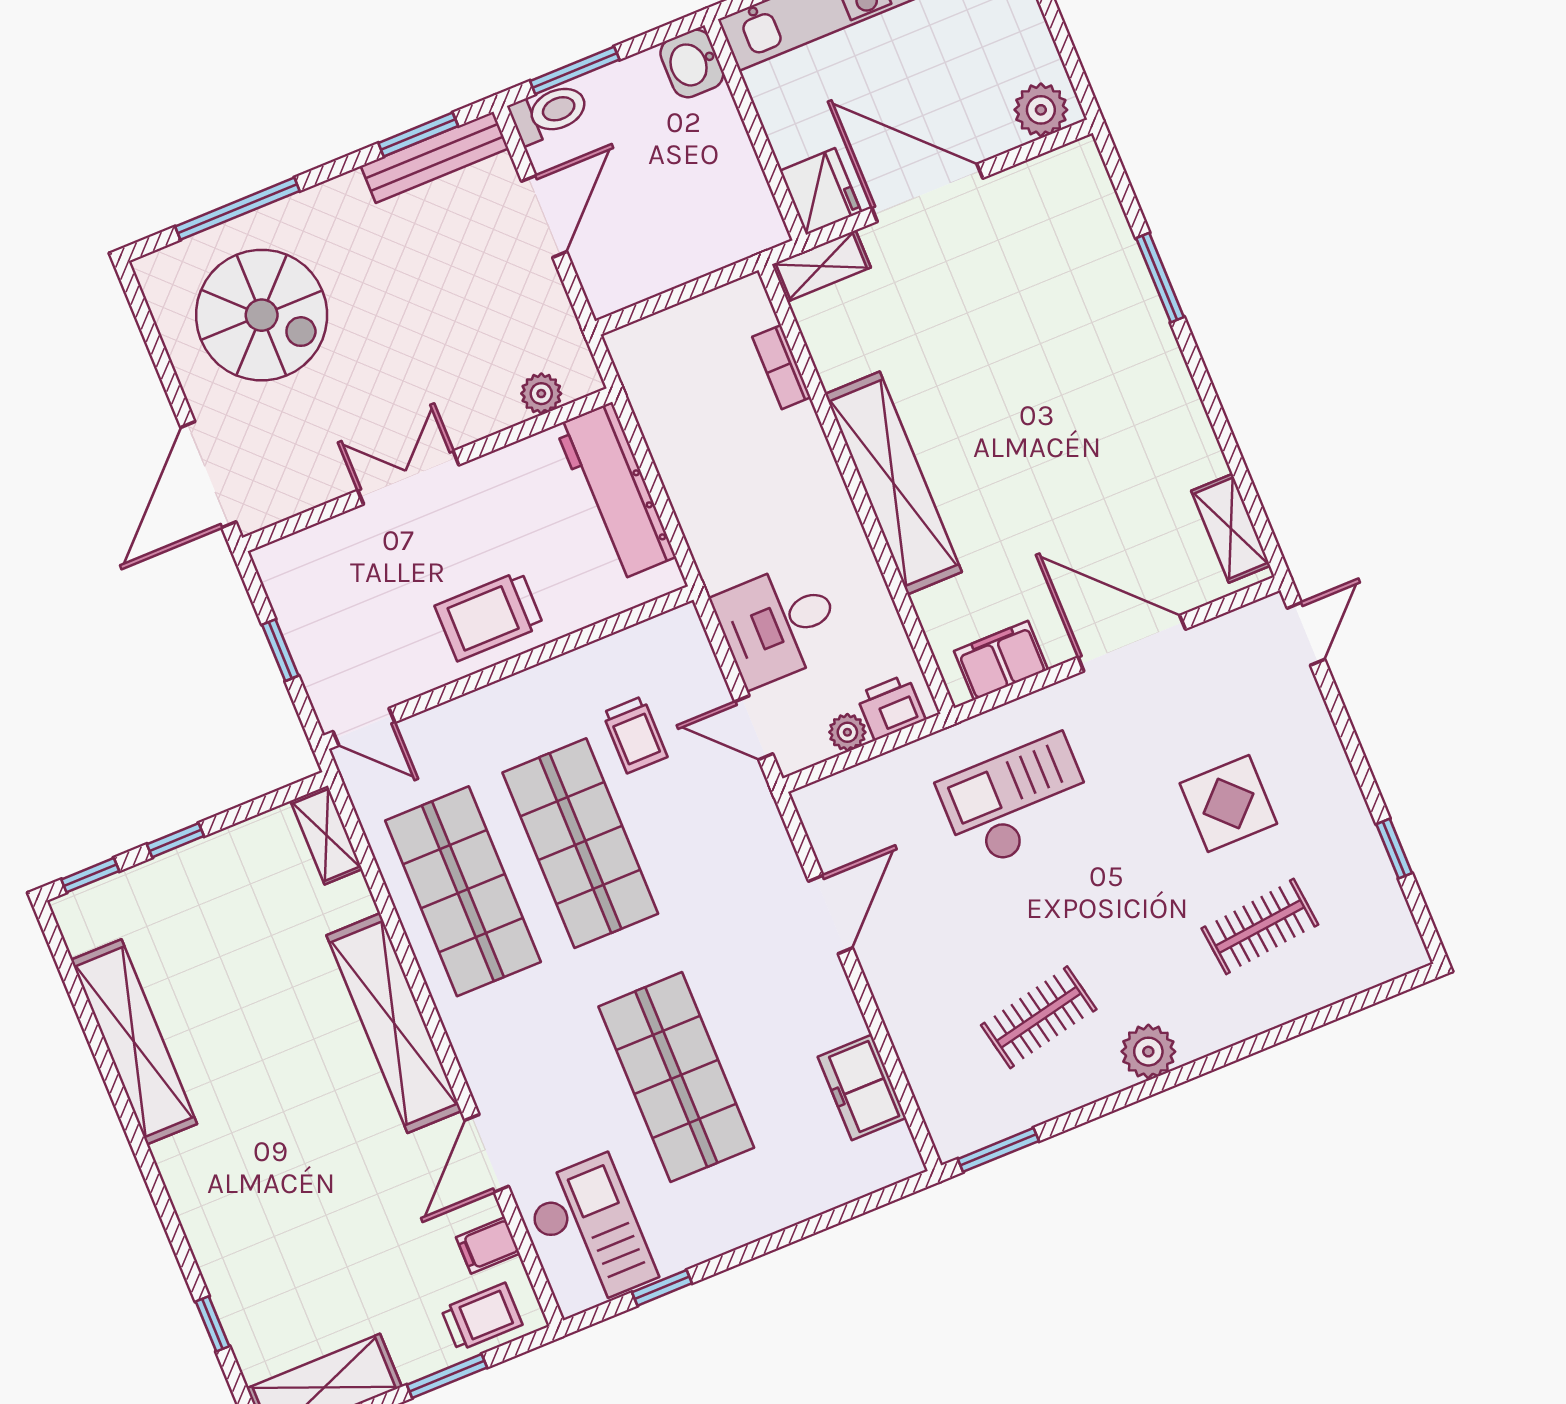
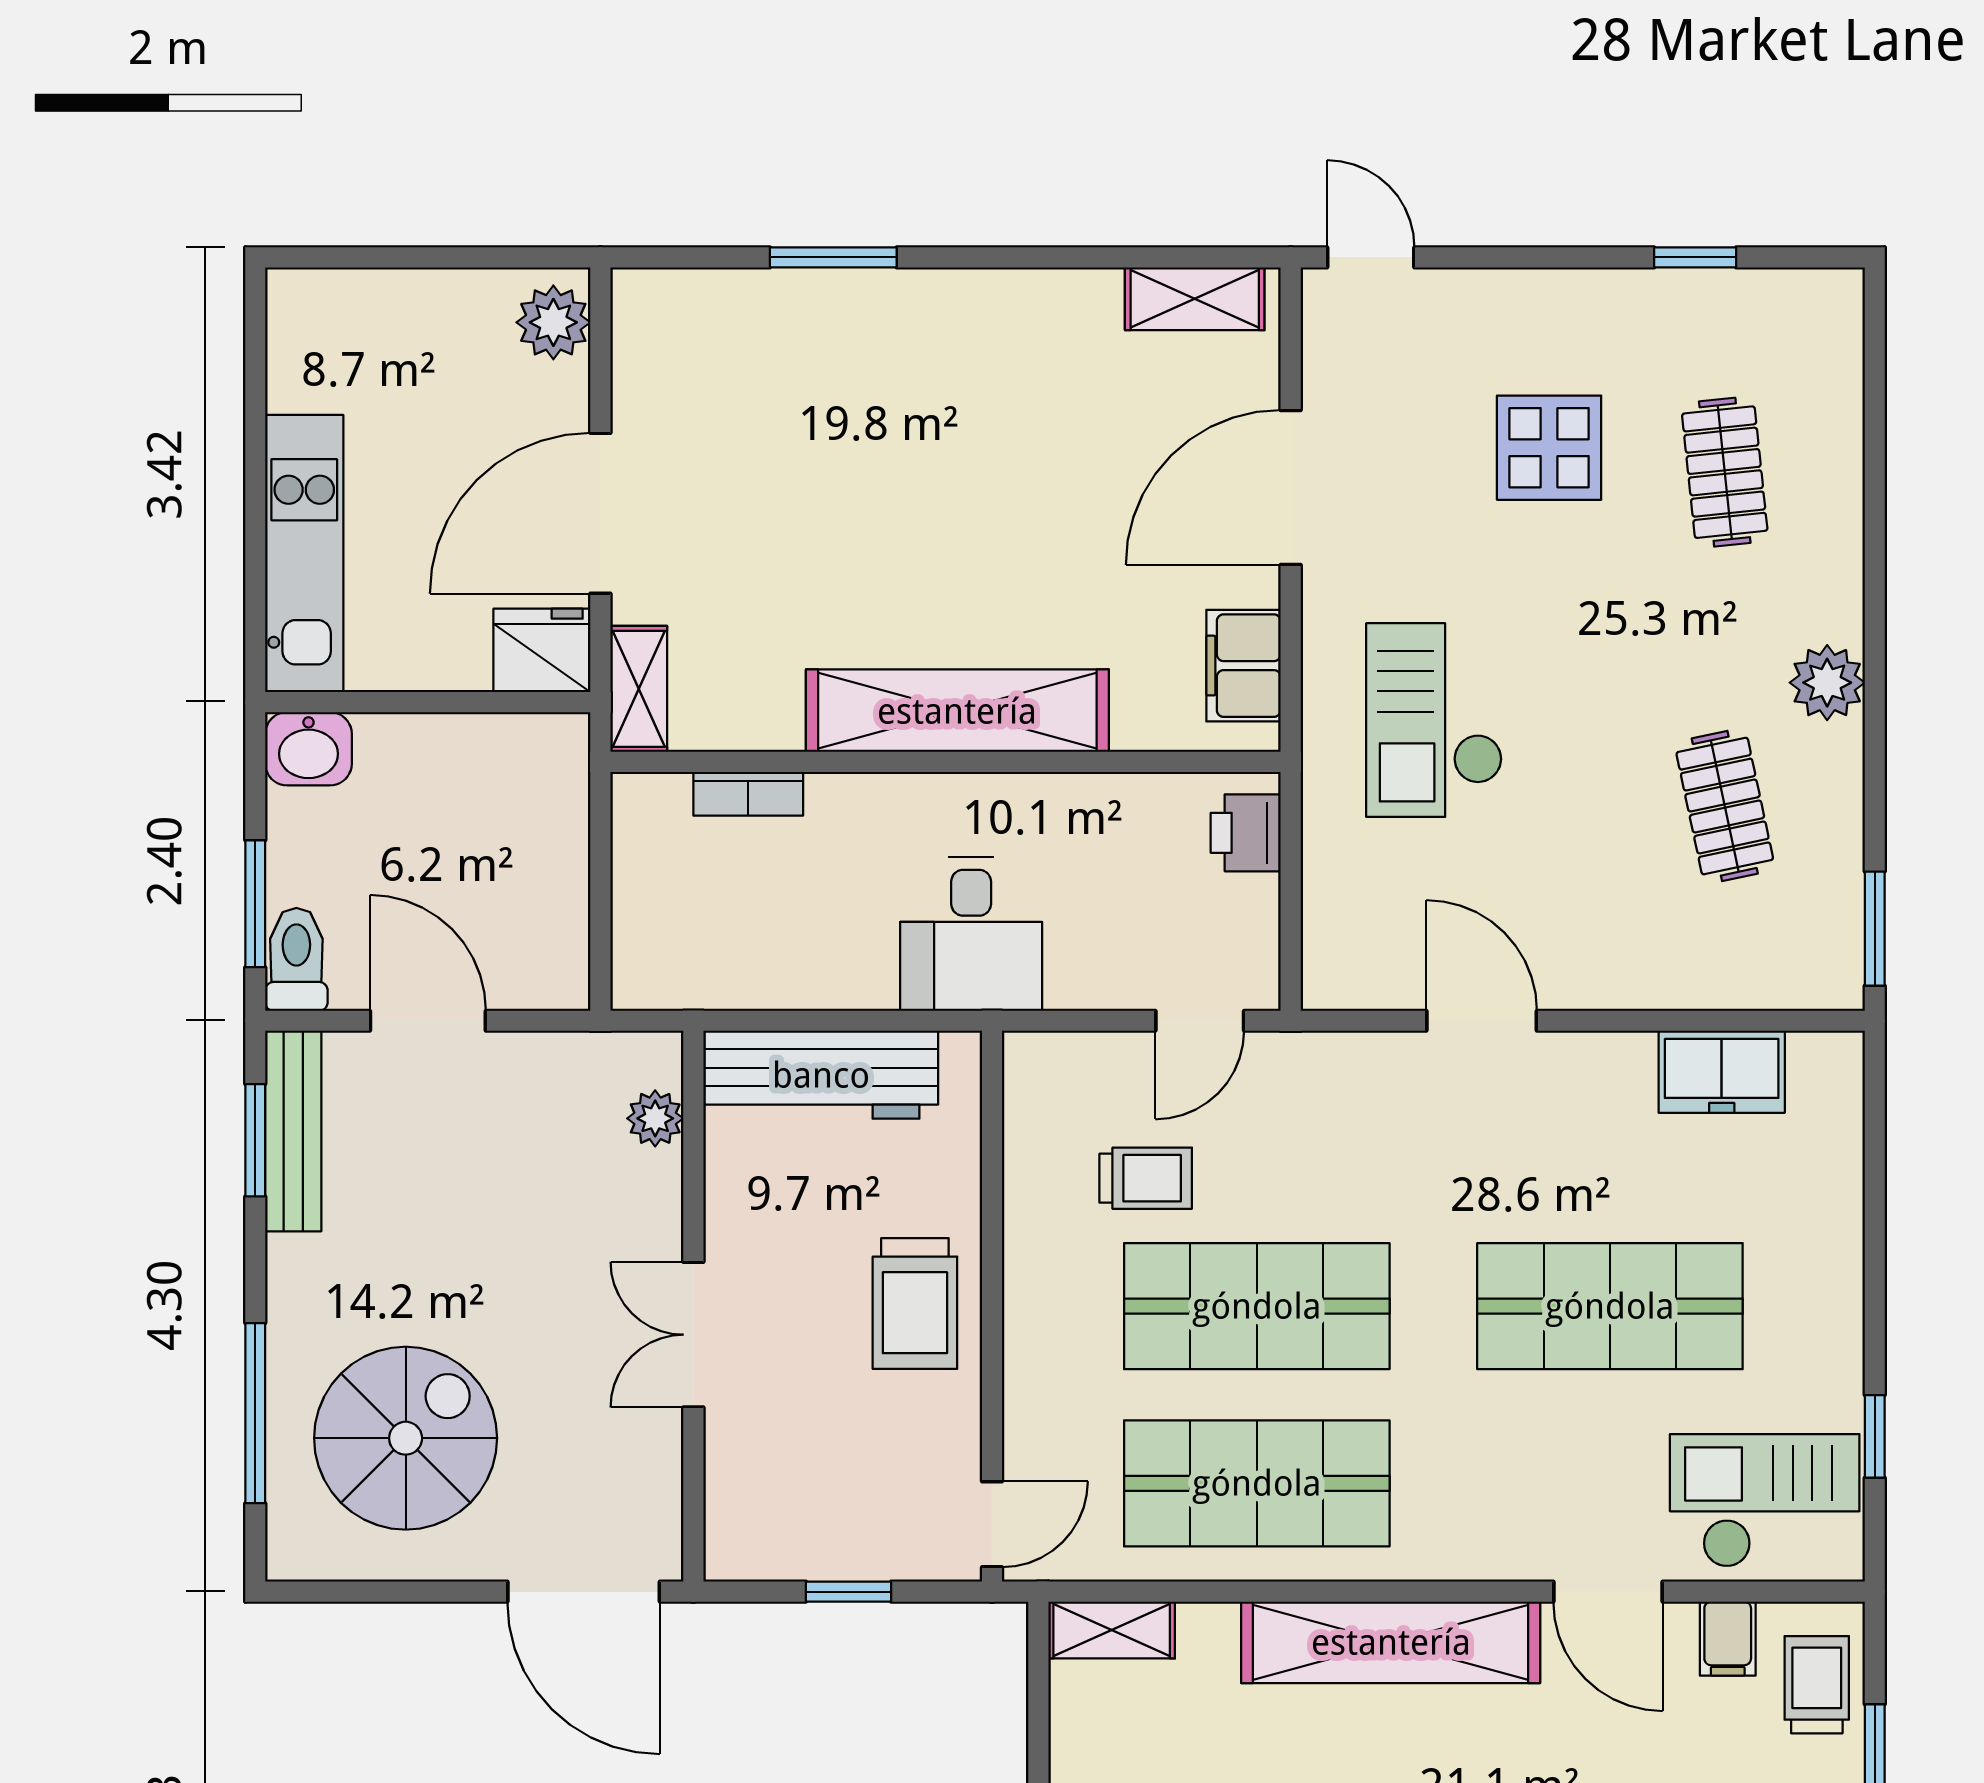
desk: (778, 624) -> (971, 934), moved
plant: (847, 732) -> (1255, 902), removed

